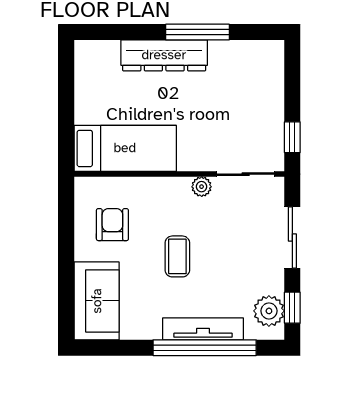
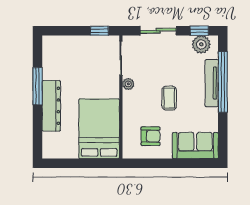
bed: (125, 148) -> (99, 129), width x1.50
armchair: (112, 225) -> (151, 136), turned 180
coffee table: (177, 256) -> (169, 98), turned 90

